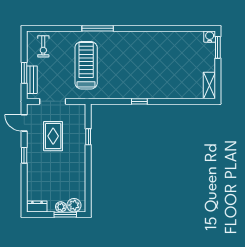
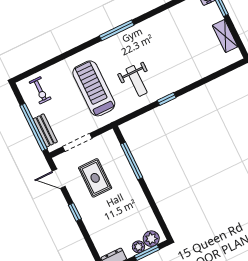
window: (98, 28) -> (117, 30), moved
window: (24, 73) -> (34, 127), width x2.11
weight bench: (123, 76) -> (137, 81), added
shelving: (209, 85) -> (225, 36), moved
window: (88, 137) -> (132, 161), width x2.17

